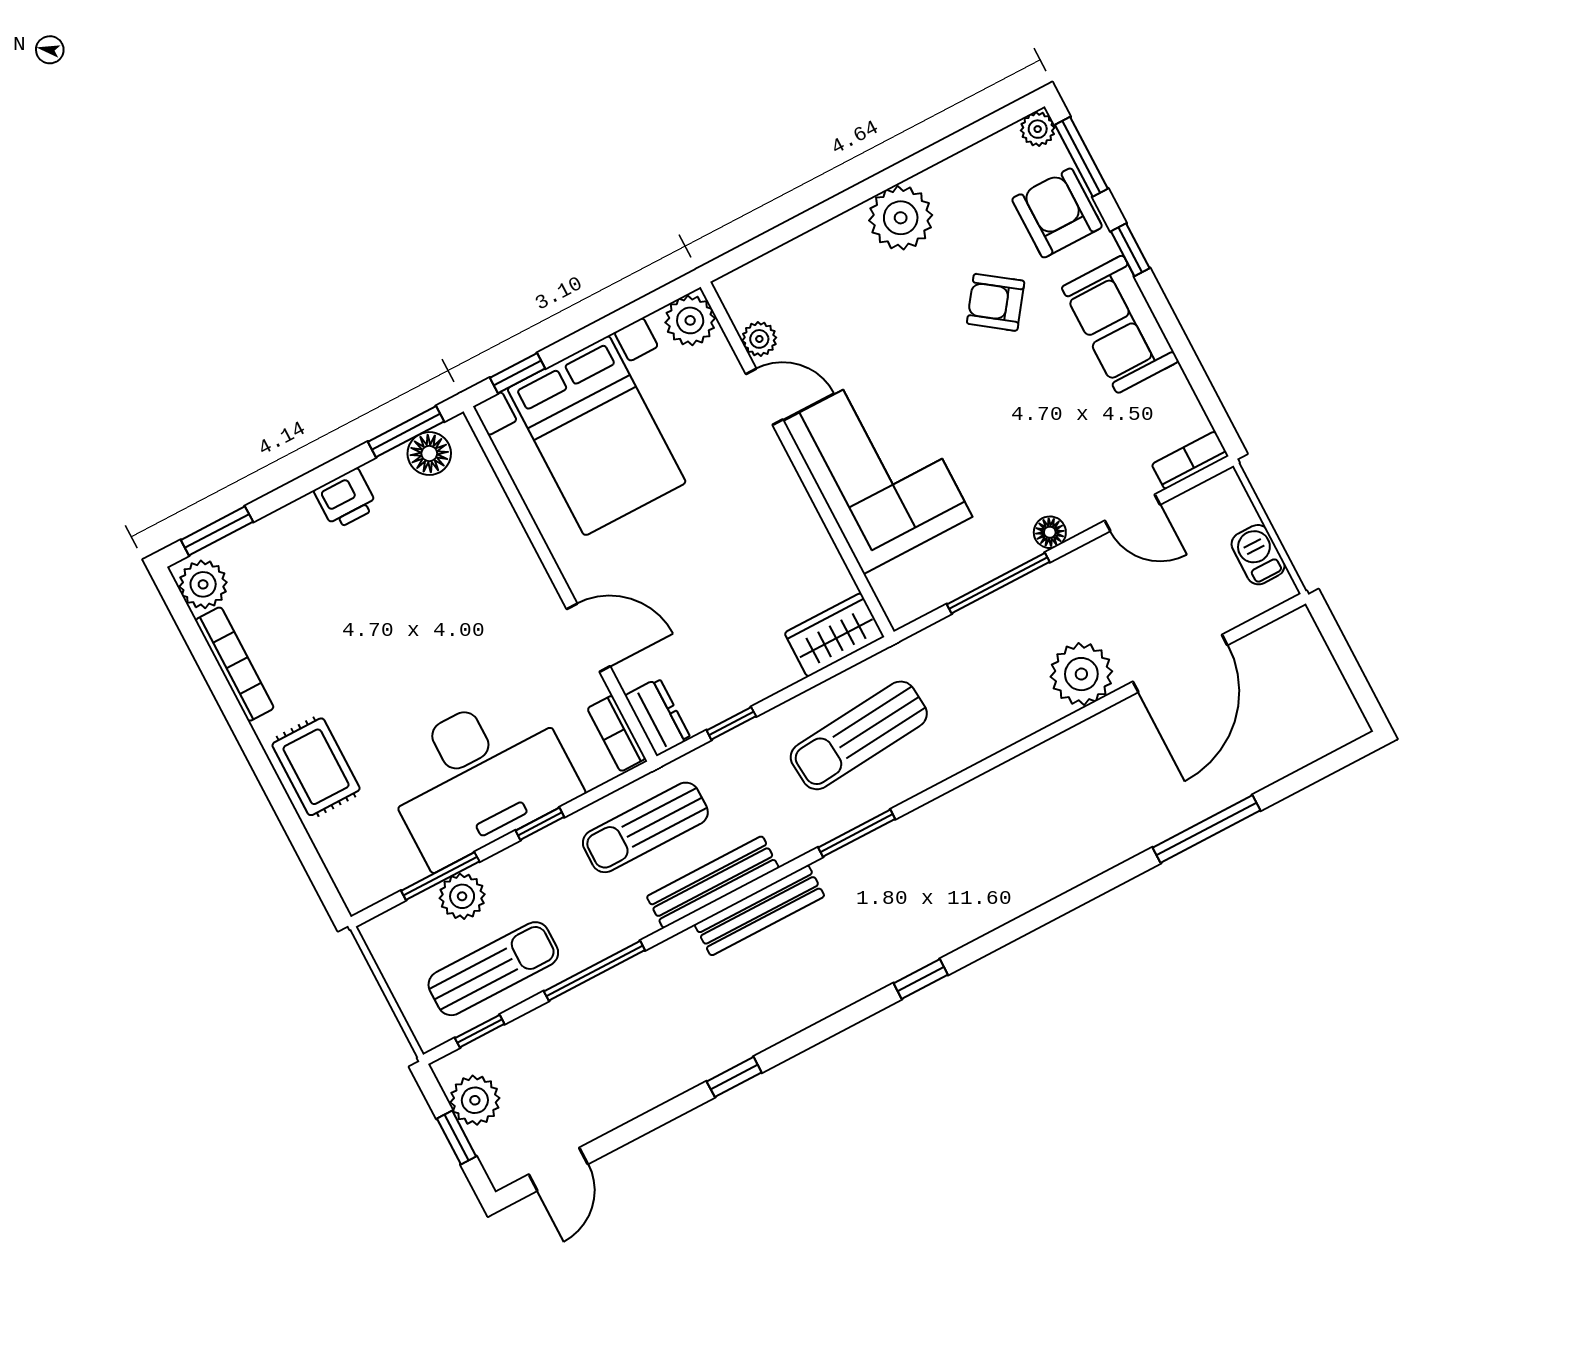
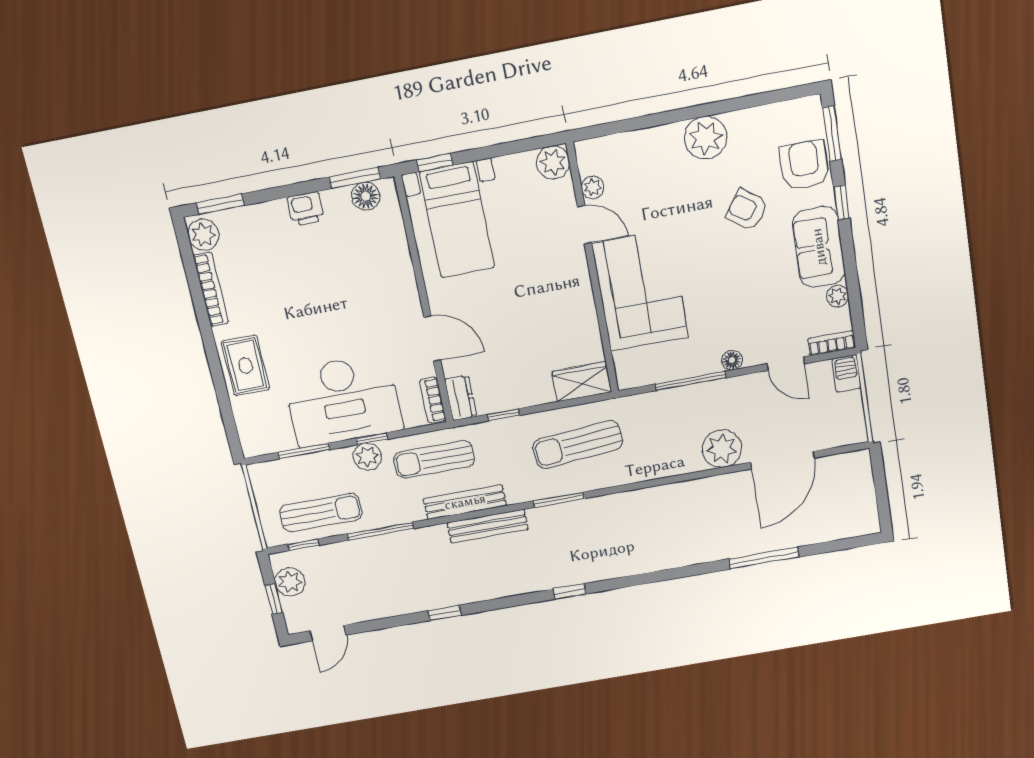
plant: (1038, 129) -> (837, 296), moved
bed with nightstands: (597, 436) -> (457, 220), width x0.73
barbecue: (1258, 555) -> (847, 373), moved
plant: (462, 896) -> (367, 457), moved

